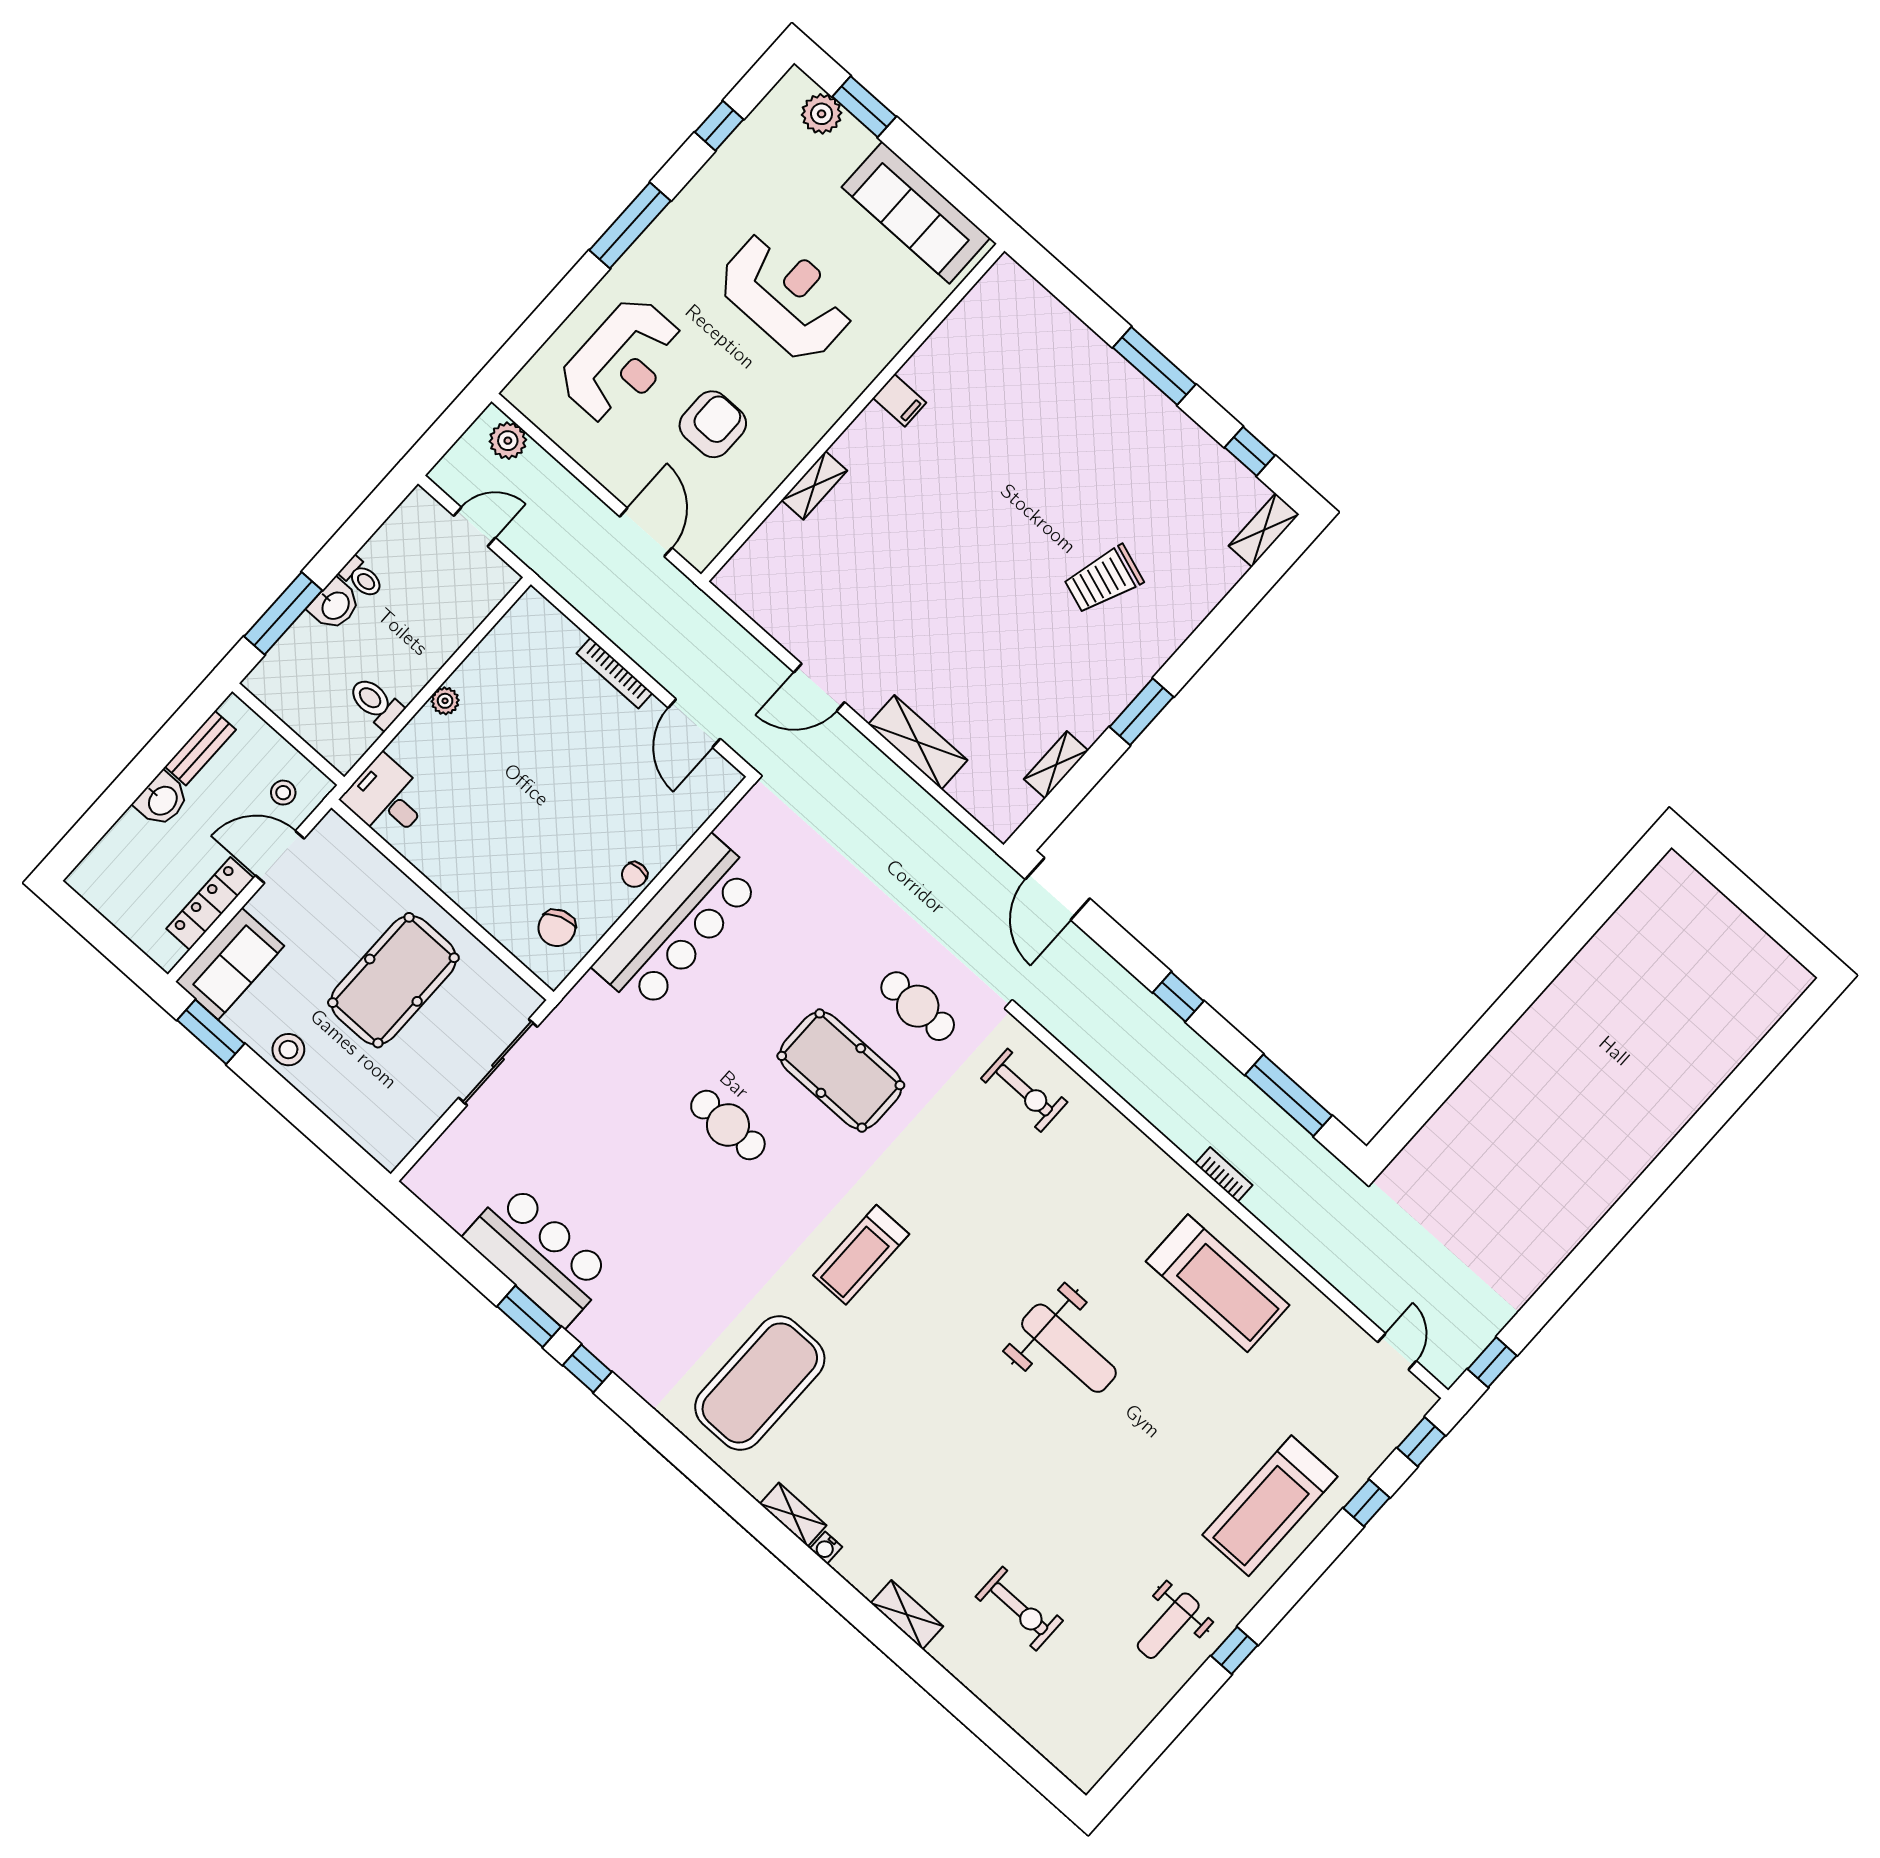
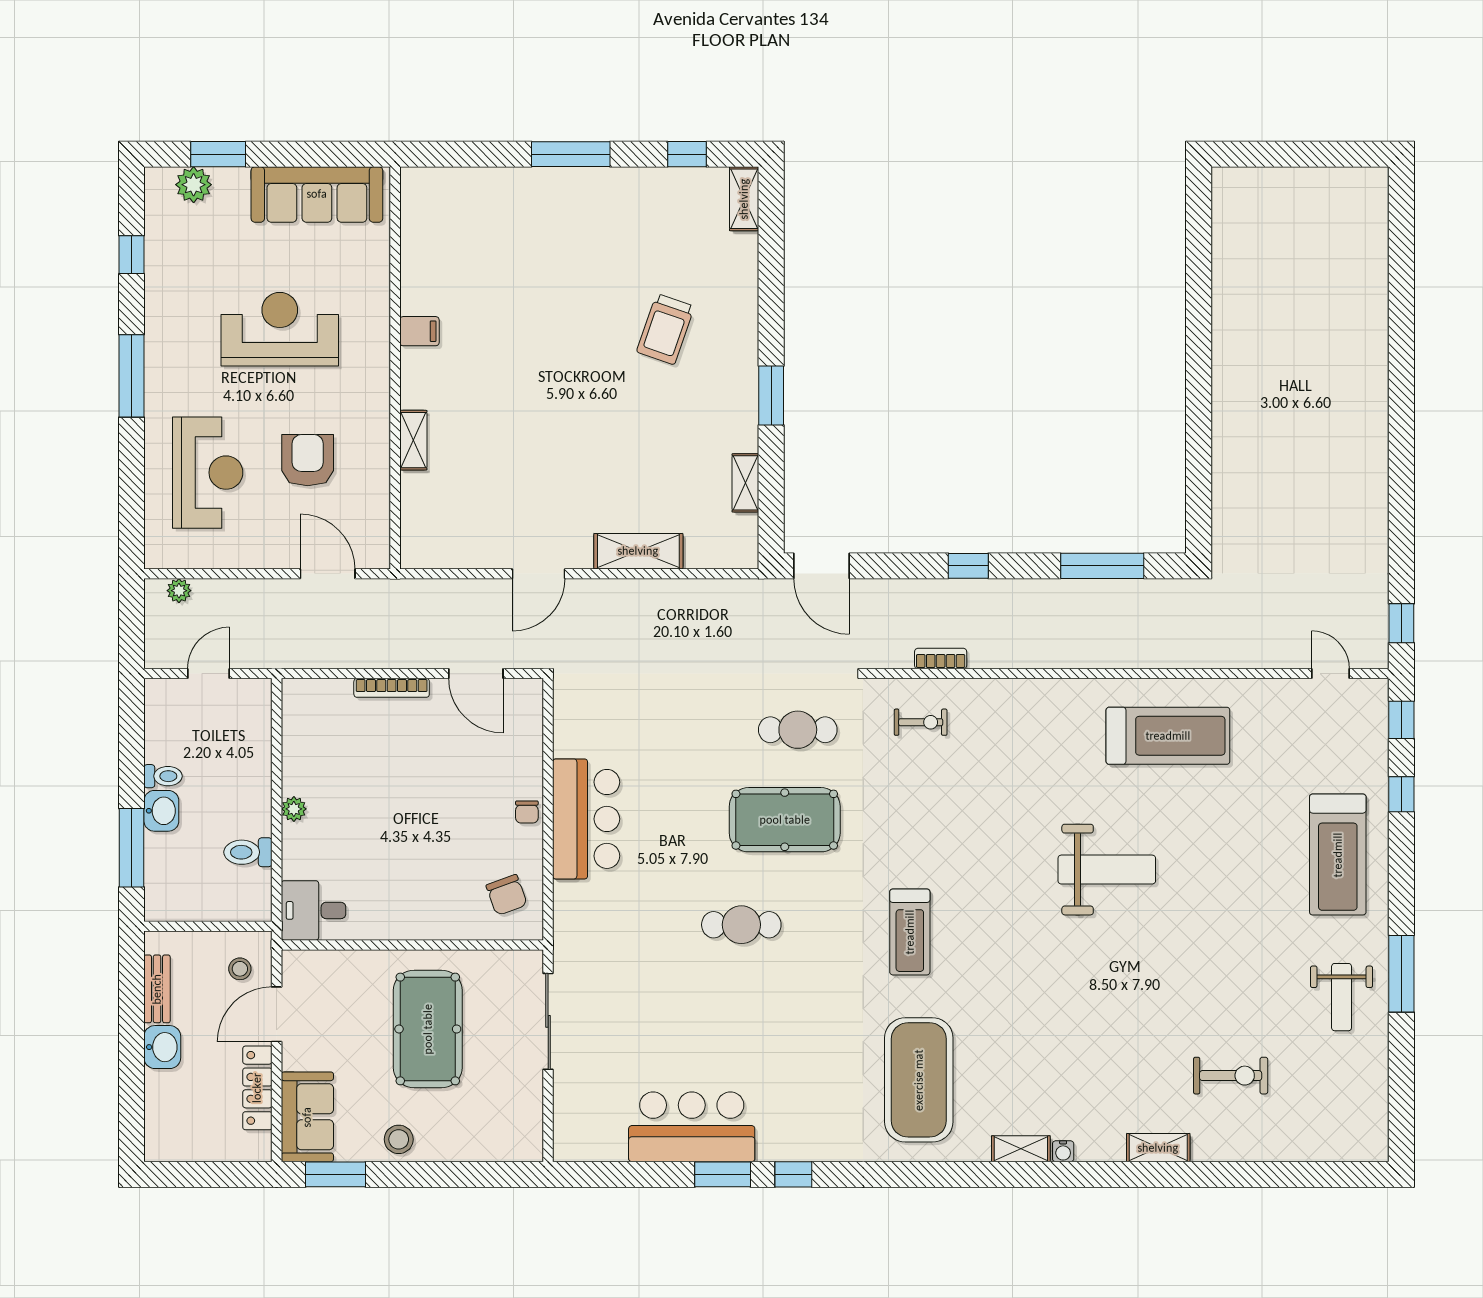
plant: (508, 441) -> (179, 591), width x0.73, depth x0.73
bar counter: (678, 924) -> (586, 819), width x0.73
exercise bike: (1024, 1090) -> (921, 722), width x0.73, depth x0.72
bookcase: (1224, 1175) -> (941, 659), moved
window: (1234, 1651) -> (1401, 974), width x2.17

